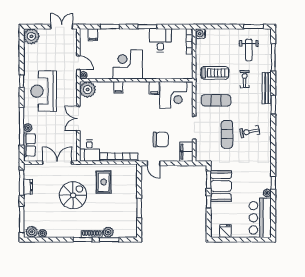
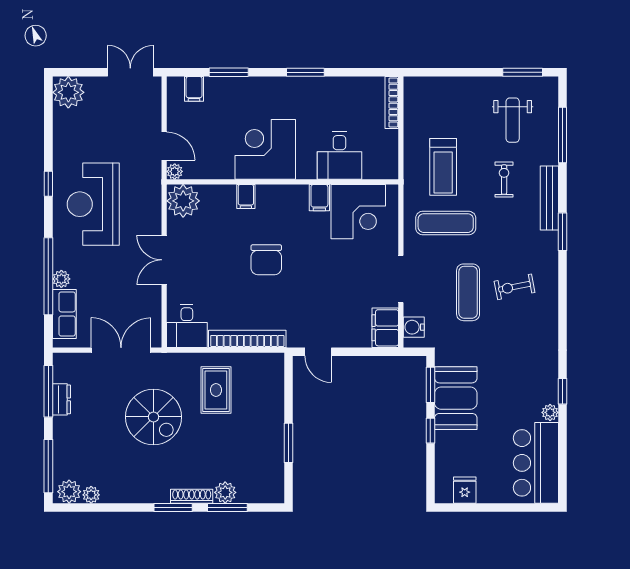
water cooler: (200, 34) -> (414, 327), moved
desk: (160, 40) -> (339, 156), moved, turned 180
treadmill: (215, 73) -> (443, 167), turned 90
chair: (161, 139) -> (266, 260), moved, turned 90
spiral stairs: (73, 195) -> (154, 417), turned 90

